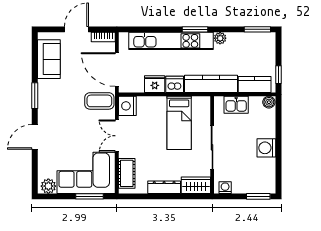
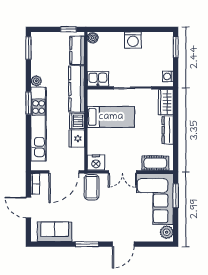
kitchen sink: (236, 105) -> (98, 79), moved, turned -90
door: (35, 137) -> (123, 244), hinge flipped

